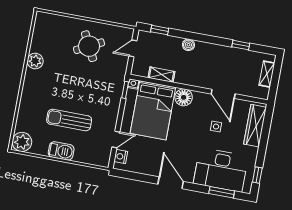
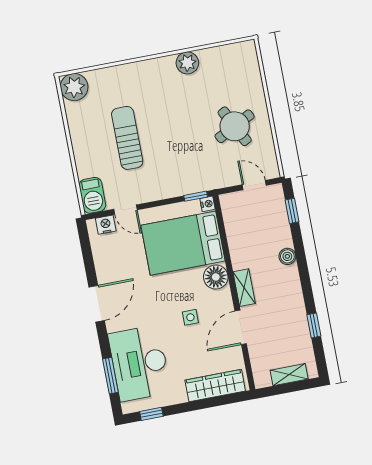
shelving: (161, 75) -> (244, 288), moved
side table: (216, 127) -> (190, 317), moved
barbecue: (61, 151) -> (92, 195), moved

